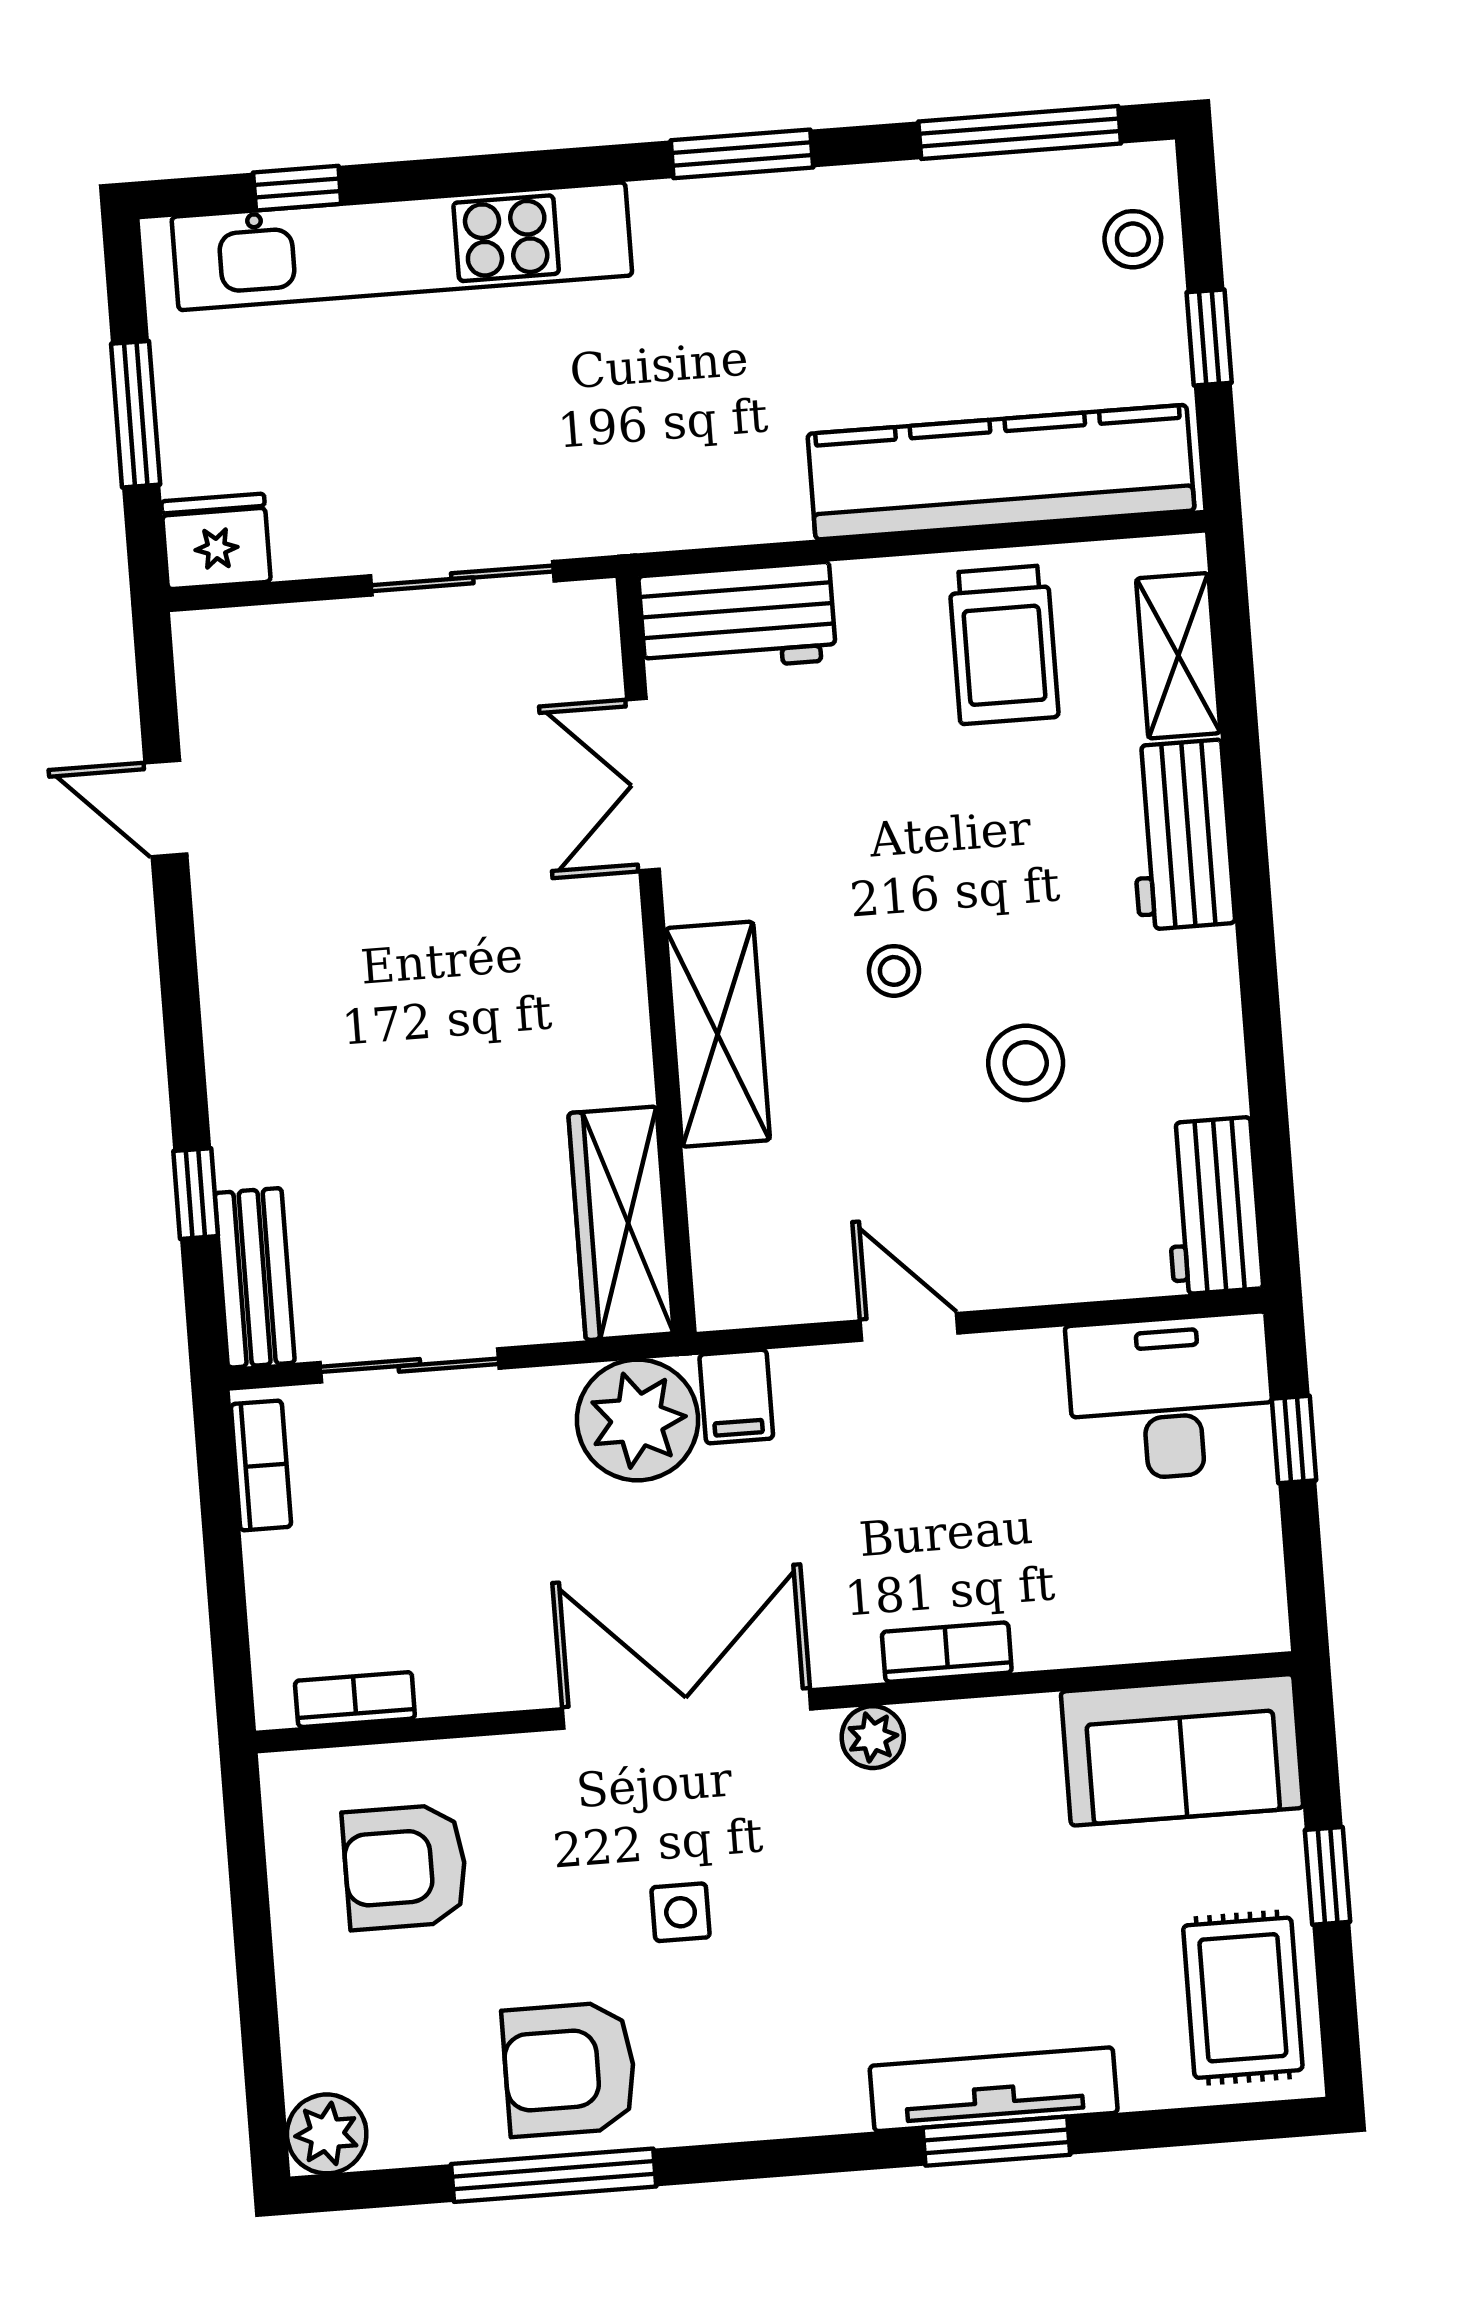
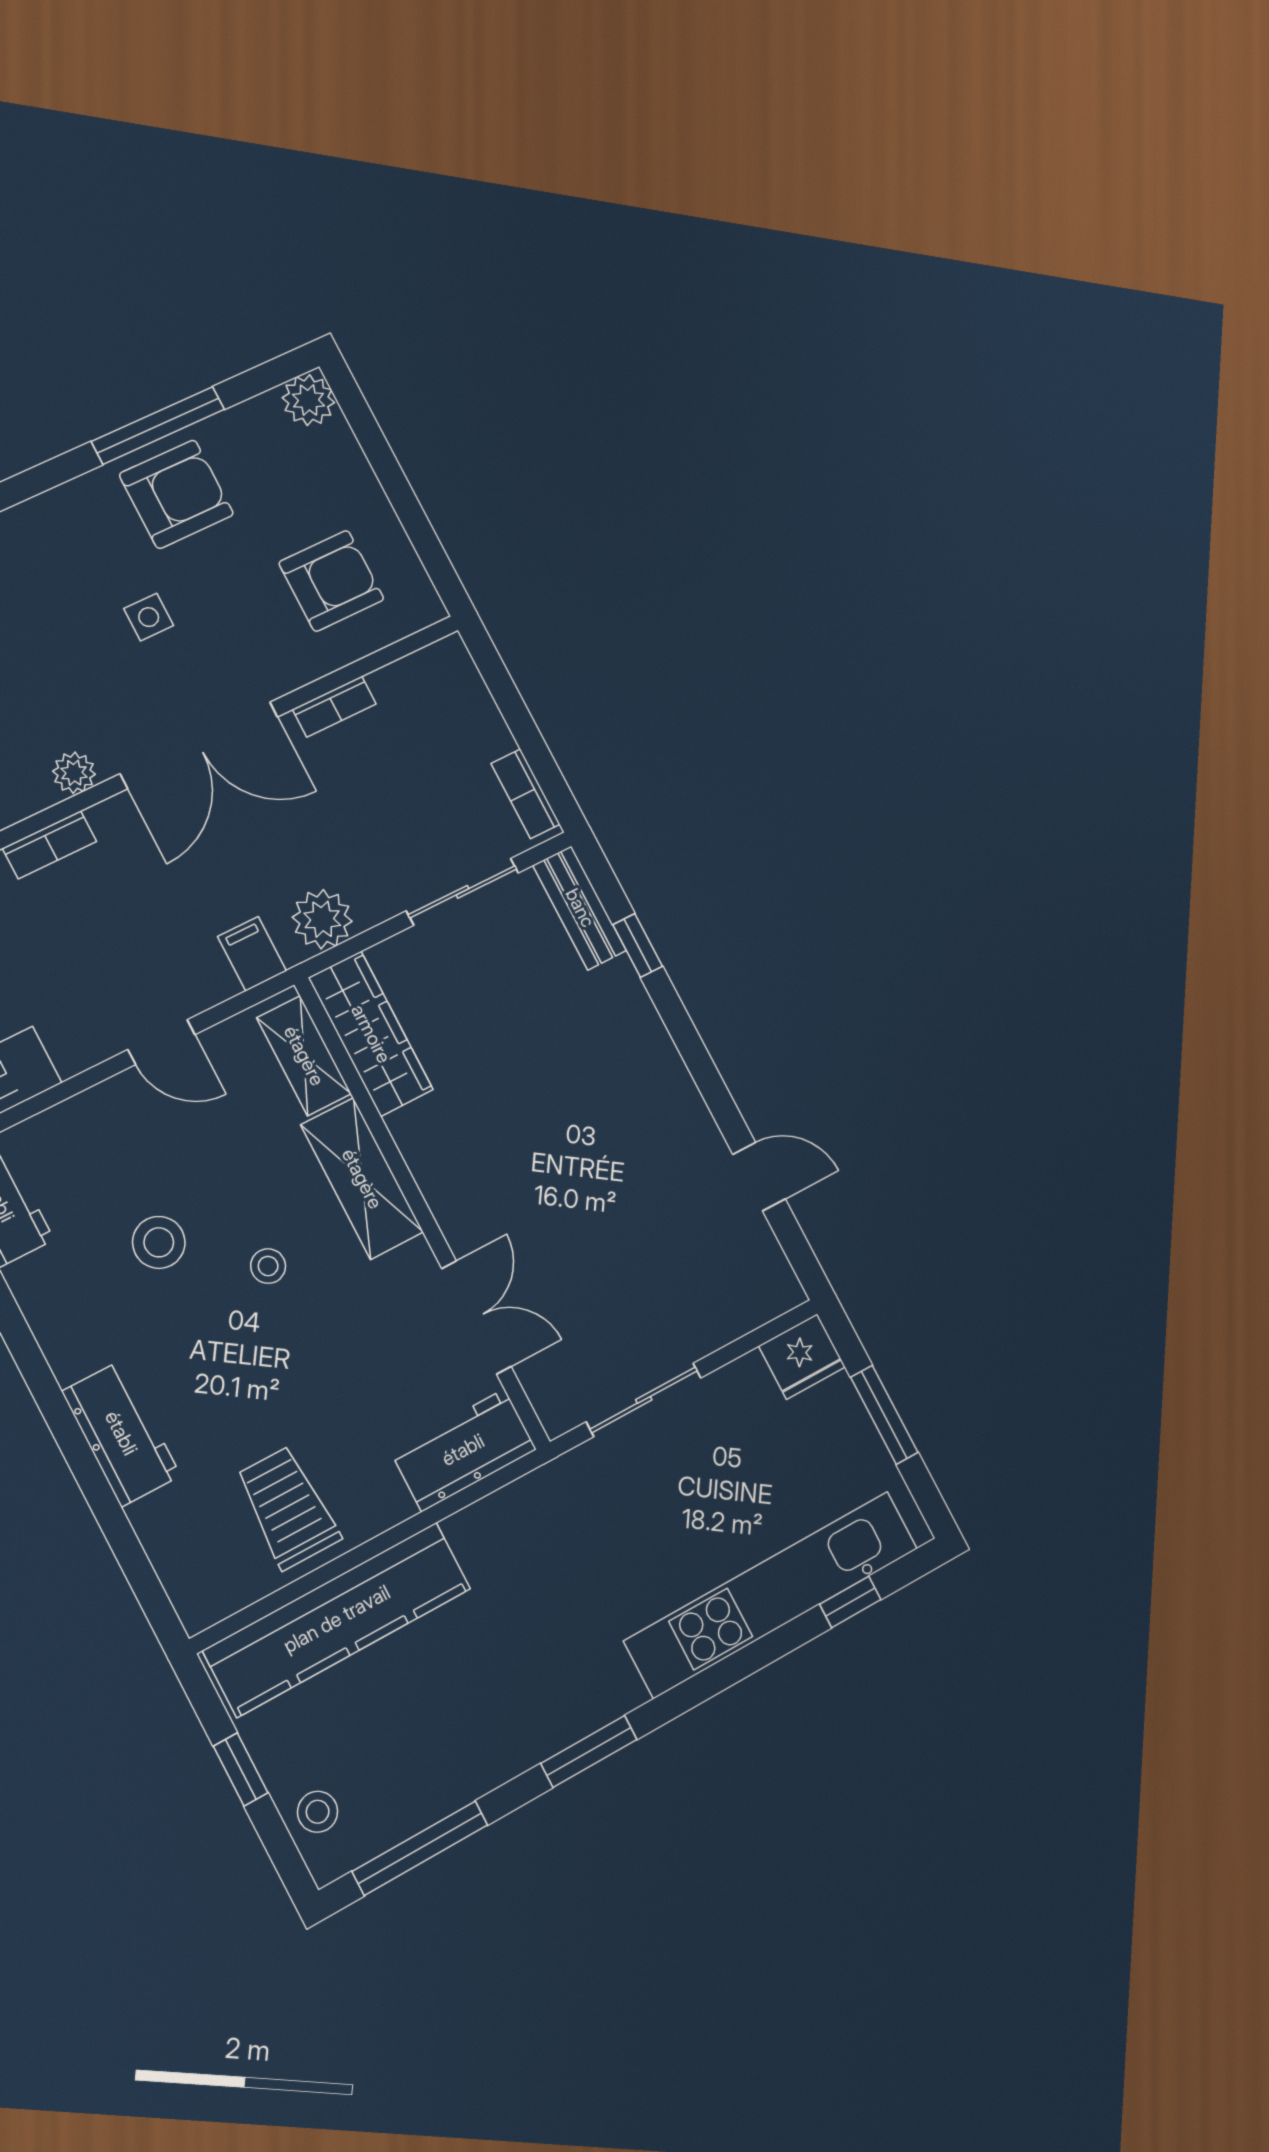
shelving: (1178, 656) -> (304, 1056), moved
plant: (638, 1420) -> (322, 919), width x0.73, depth x0.73
bookcase: (355, 1700) -> (334, 707), moved

